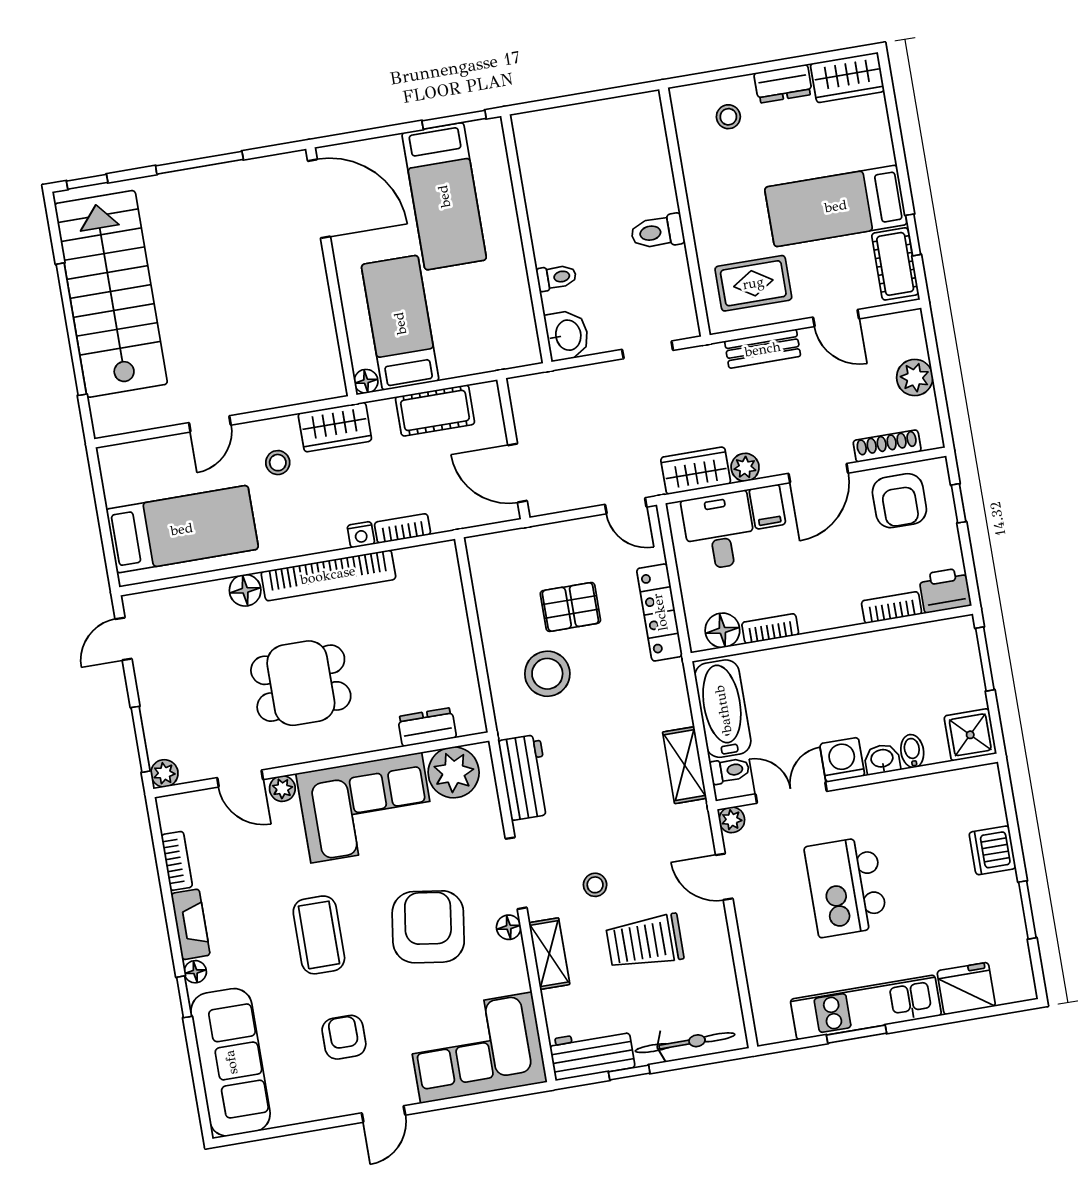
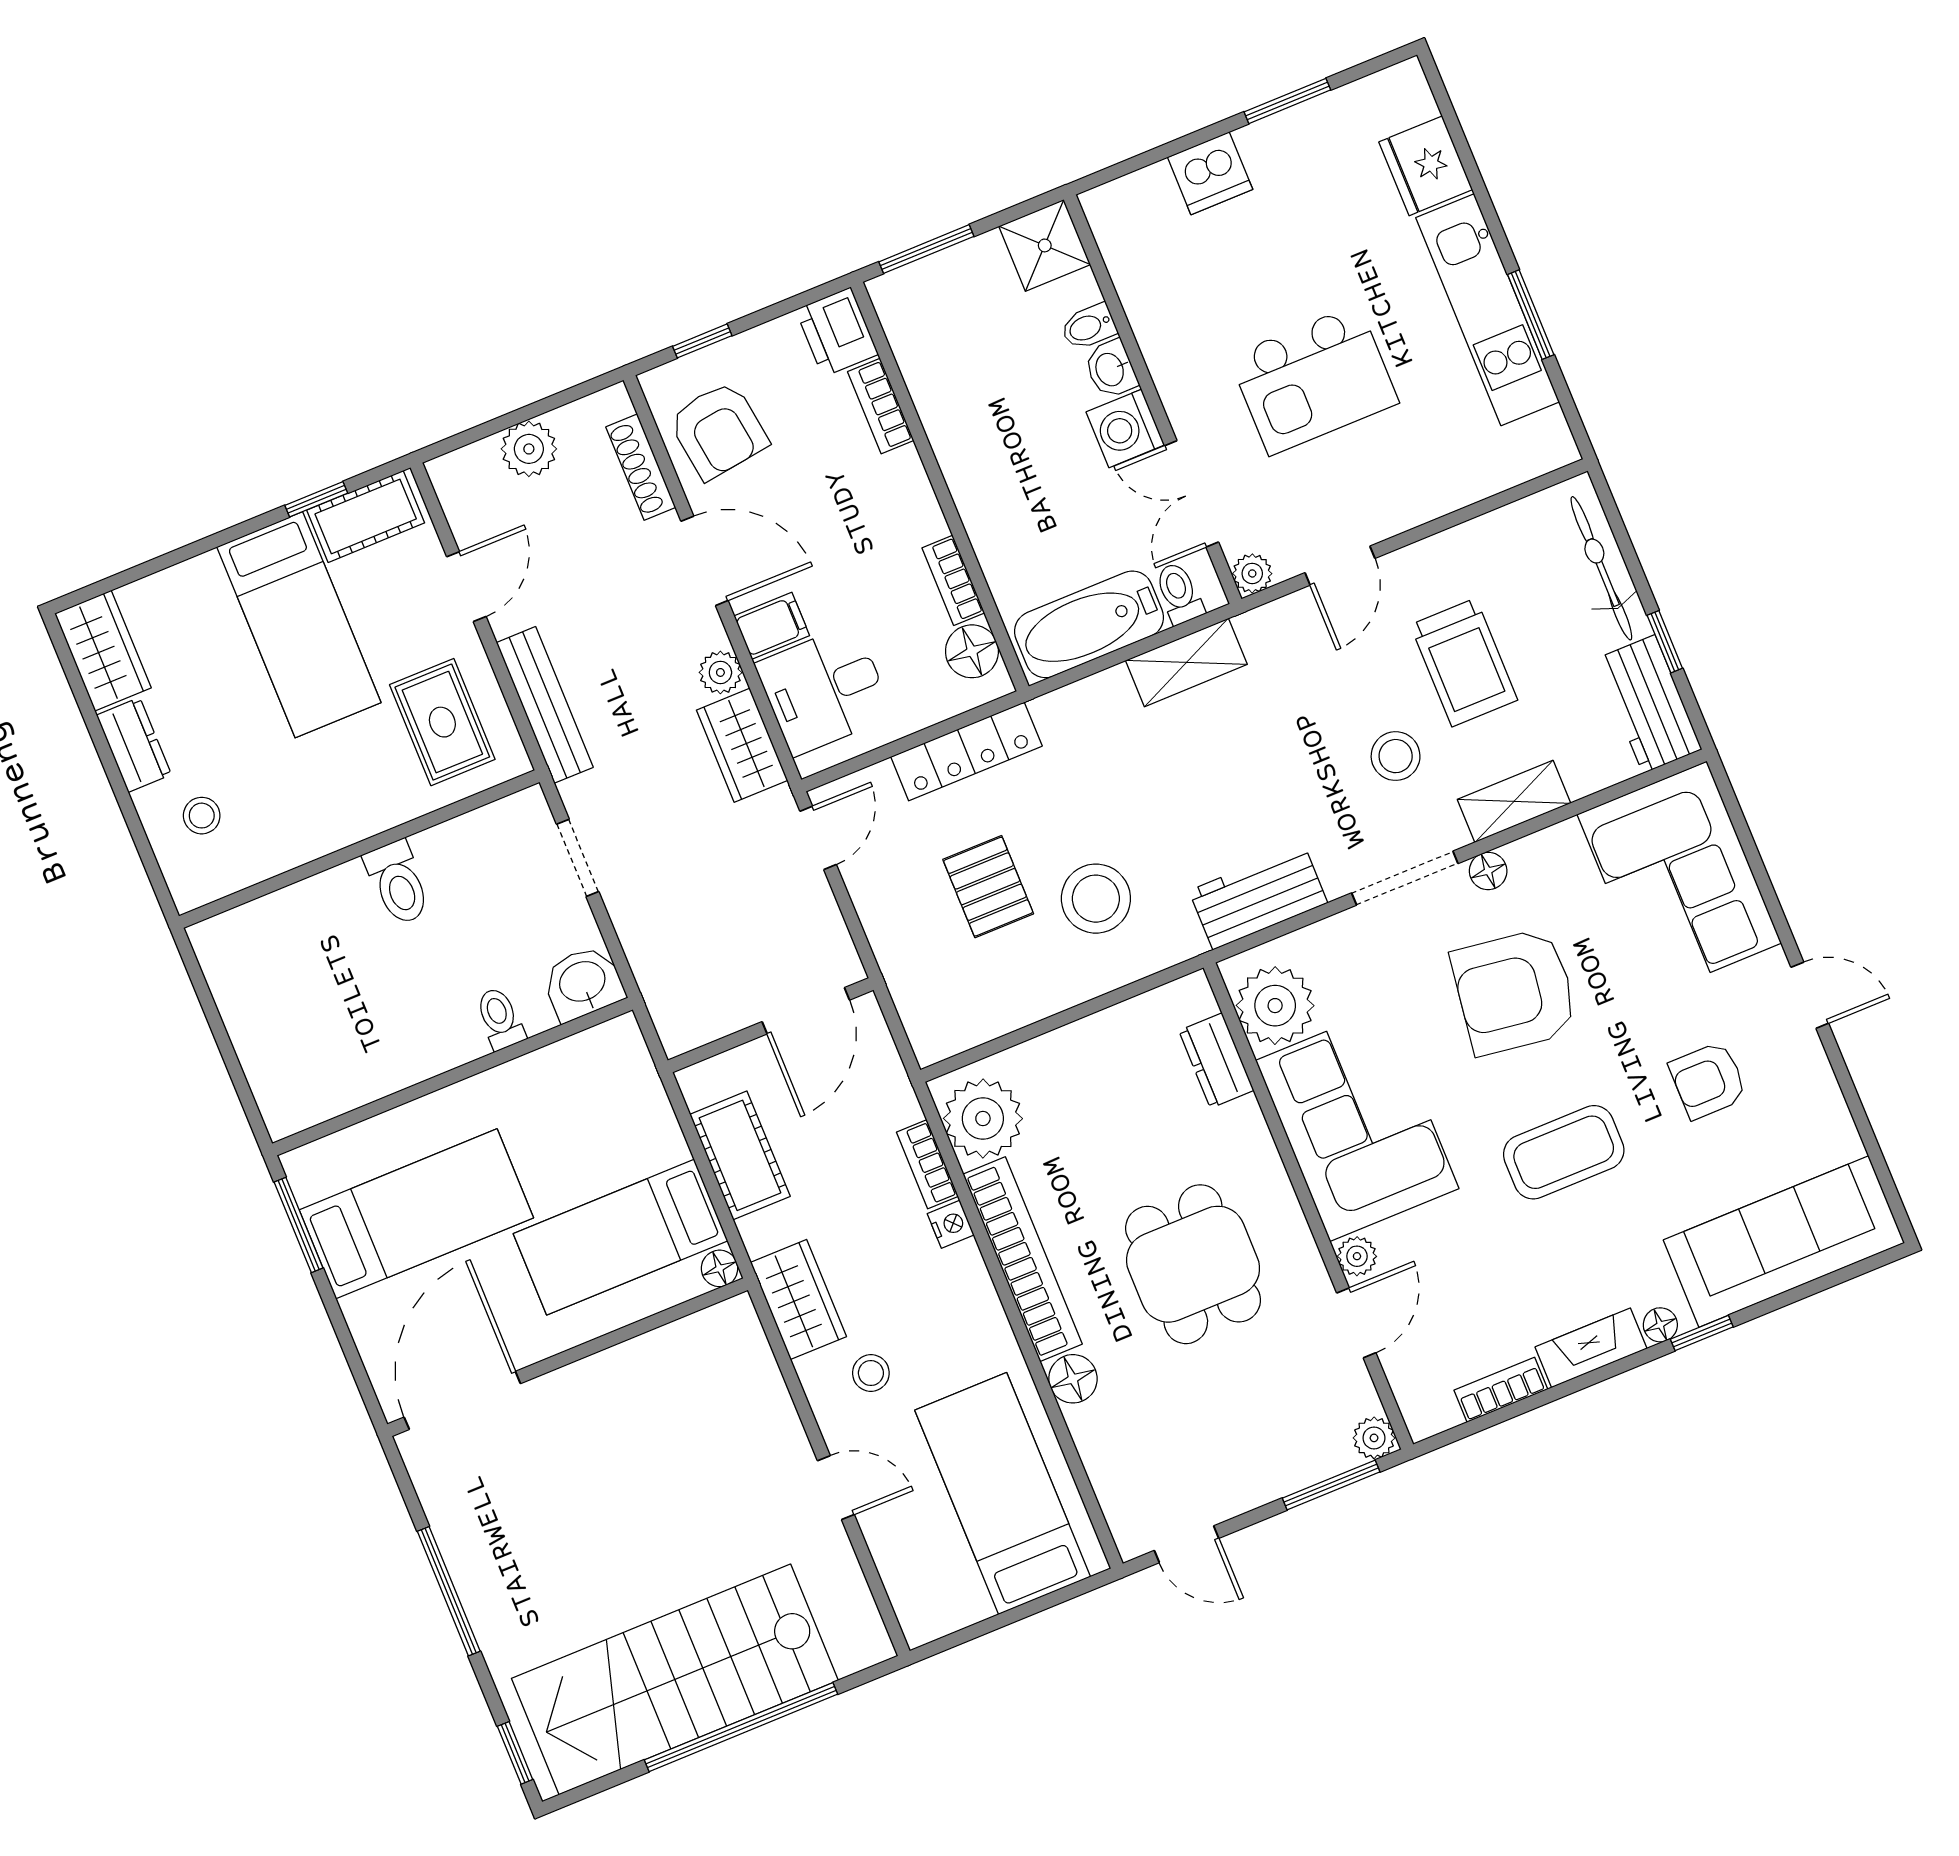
bench: (763, 349) -> (545, 705), width x1.36
armchair: (899, 501) -> (718, 430), turned 82
plant: (424, 570) -> (983, 1119), added
stool: (595, 885) -> (1396, 756), width x1.37, depth x1.37

